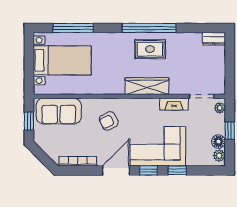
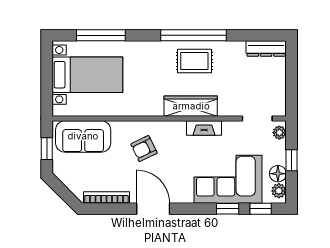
dresser: (214, 39) -> (266, 48), width x1.44
fireplace: (174, 104) -> (204, 128), moved
corner sofa: (158, 146) -> (228, 179), moved
door: (116, 170) -> (153, 209), hinge flipped
window: (148, 170) -> (261, 209), moved

